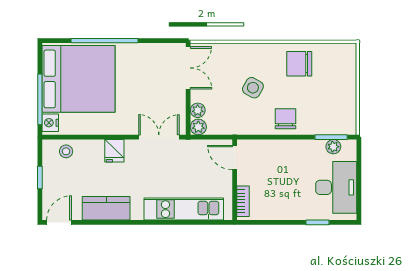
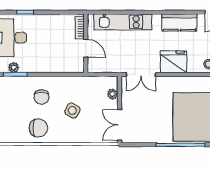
chair: (286, 119) -> (41, 97), moved
plant: (198, 127) -> (112, 82), removed
fridge: (114, 151) -> (173, 62), width x1.88, depth x1.34
door: (235, 158) -> (86, 48), moved

